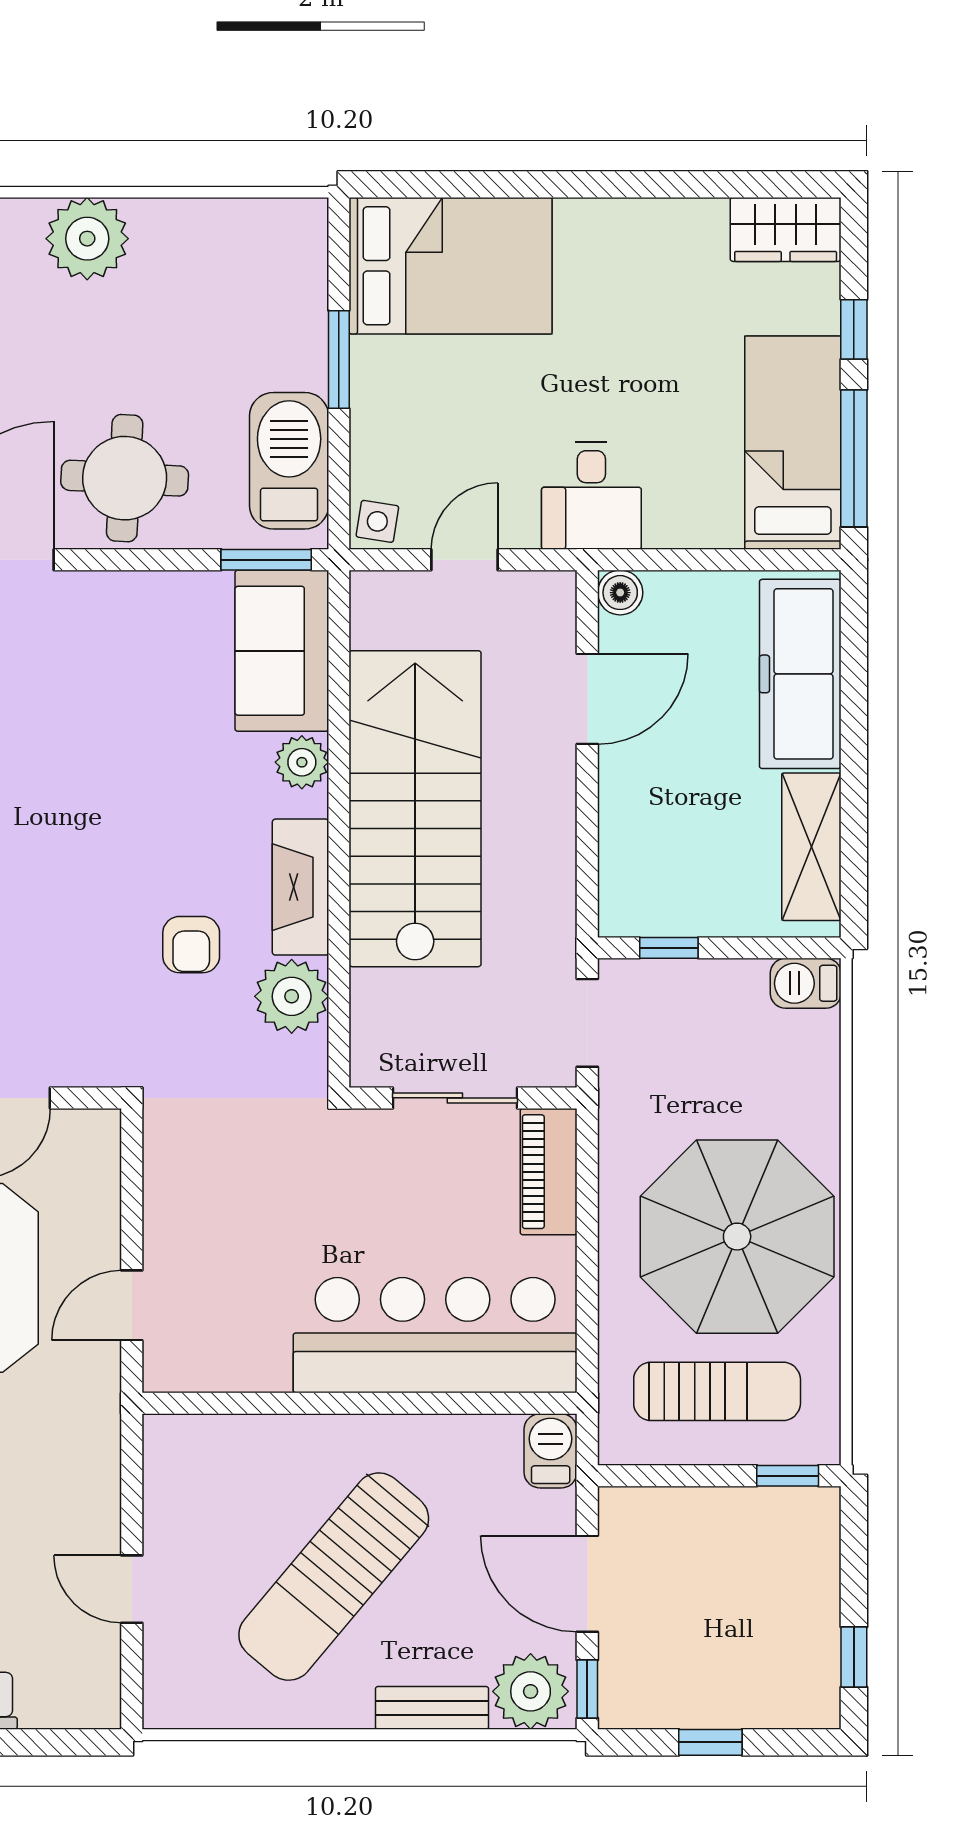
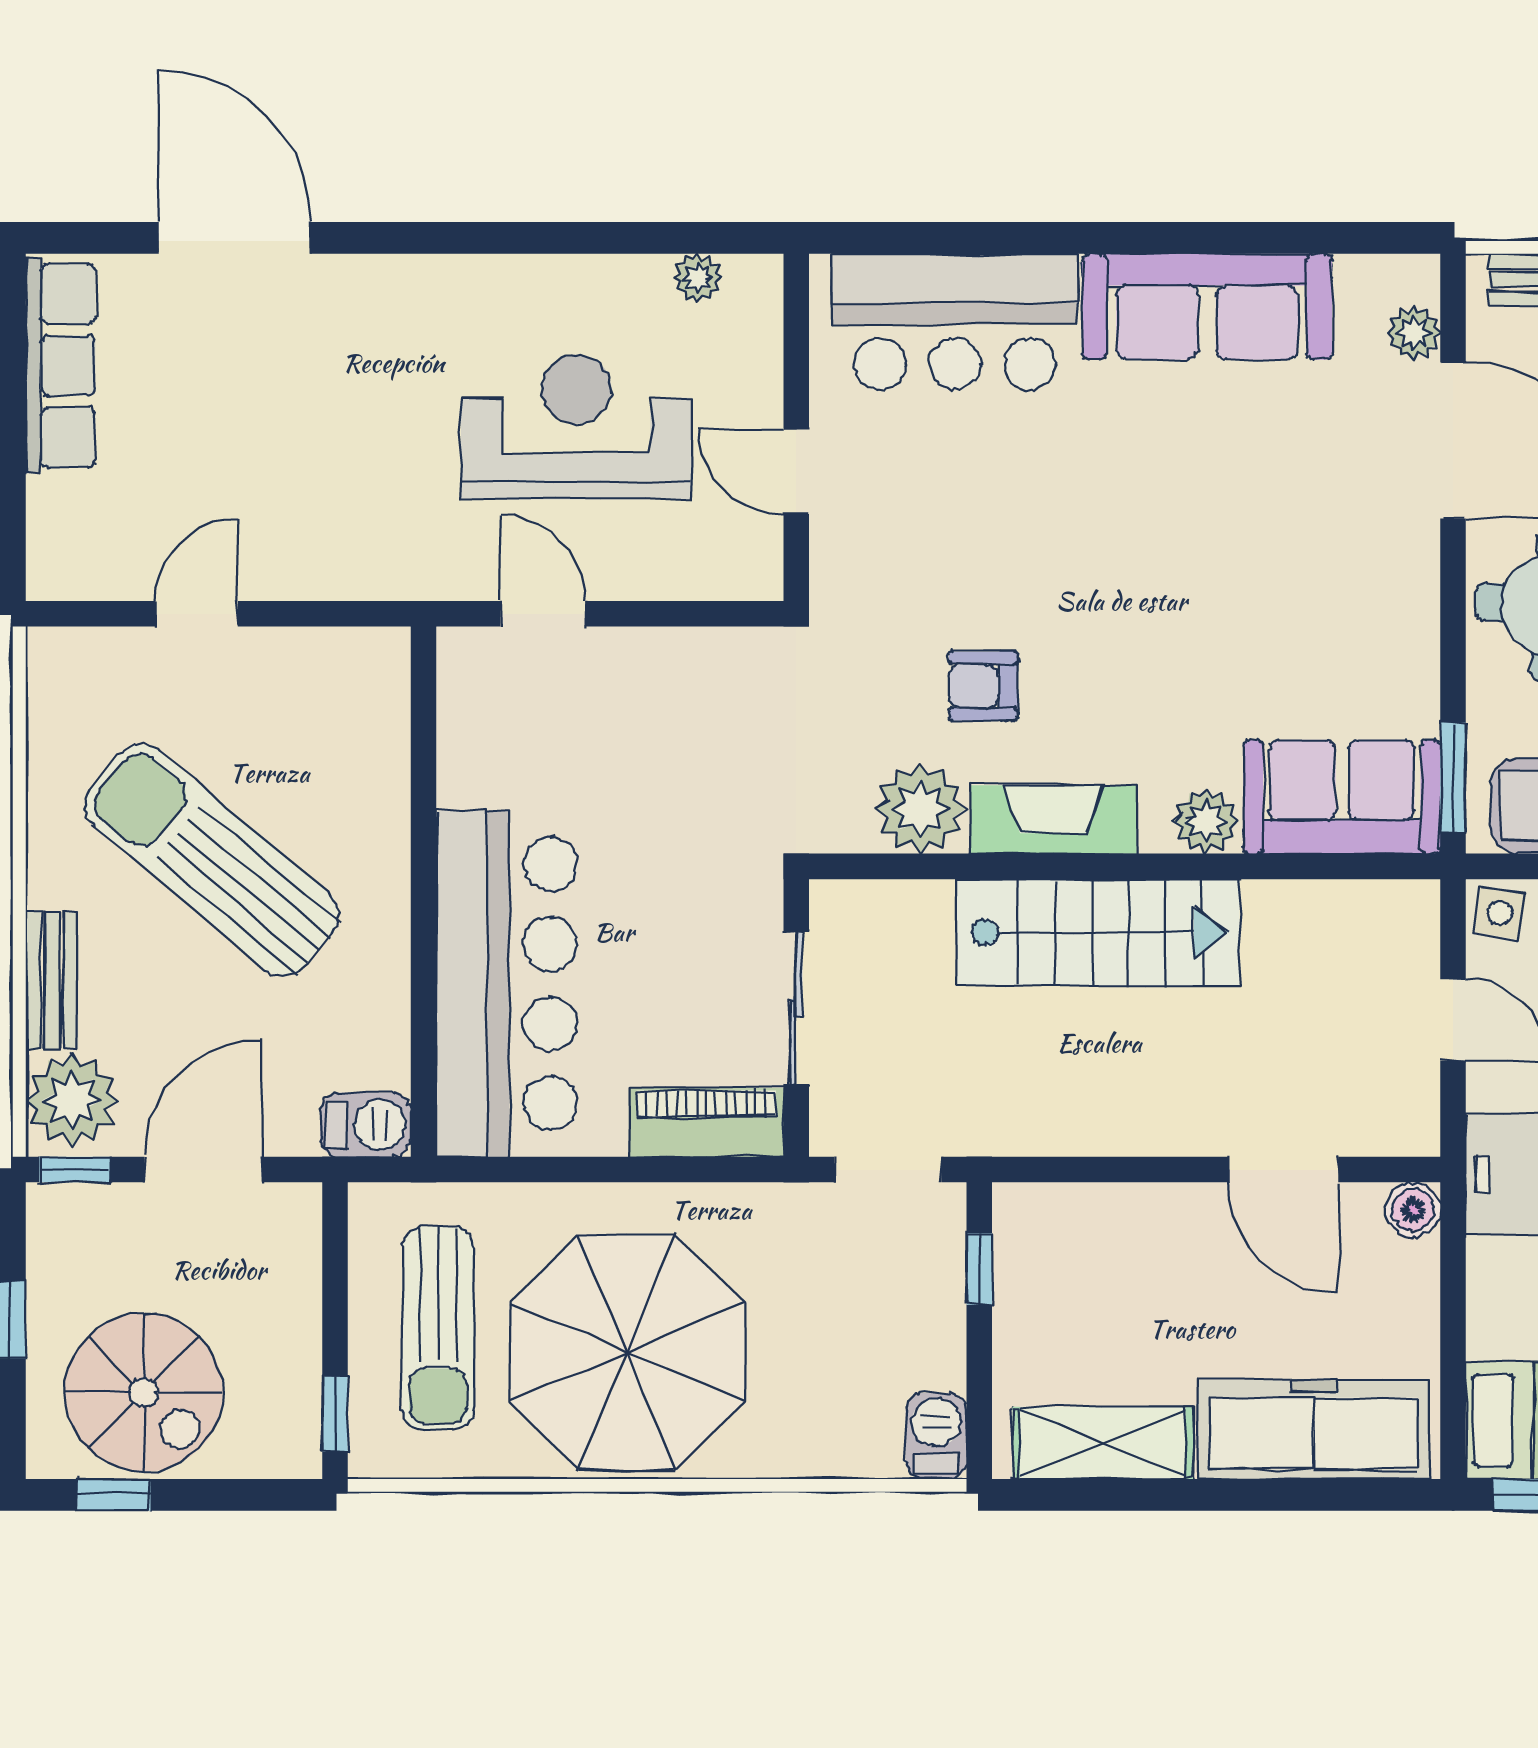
stairs: (415, 809) -> (1098, 932), width x0.73, depth x0.66
spiral stairs: (770, 1633) -> (144, 1393), added

